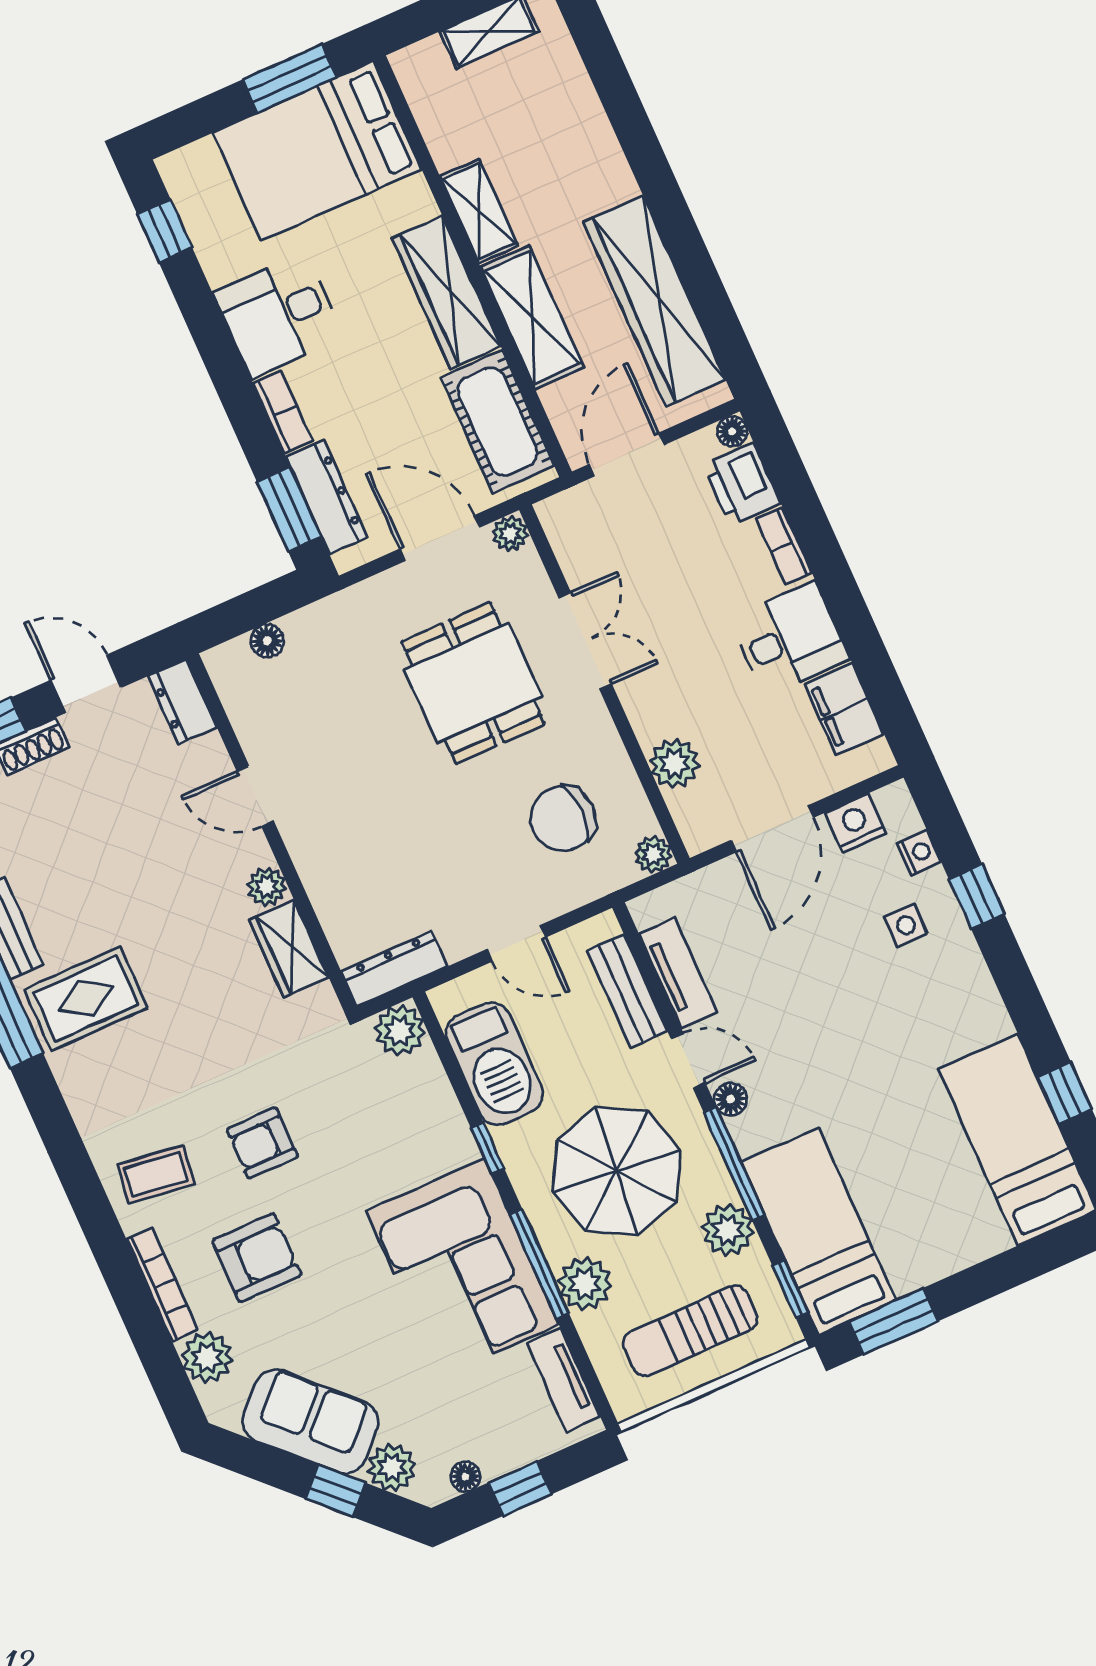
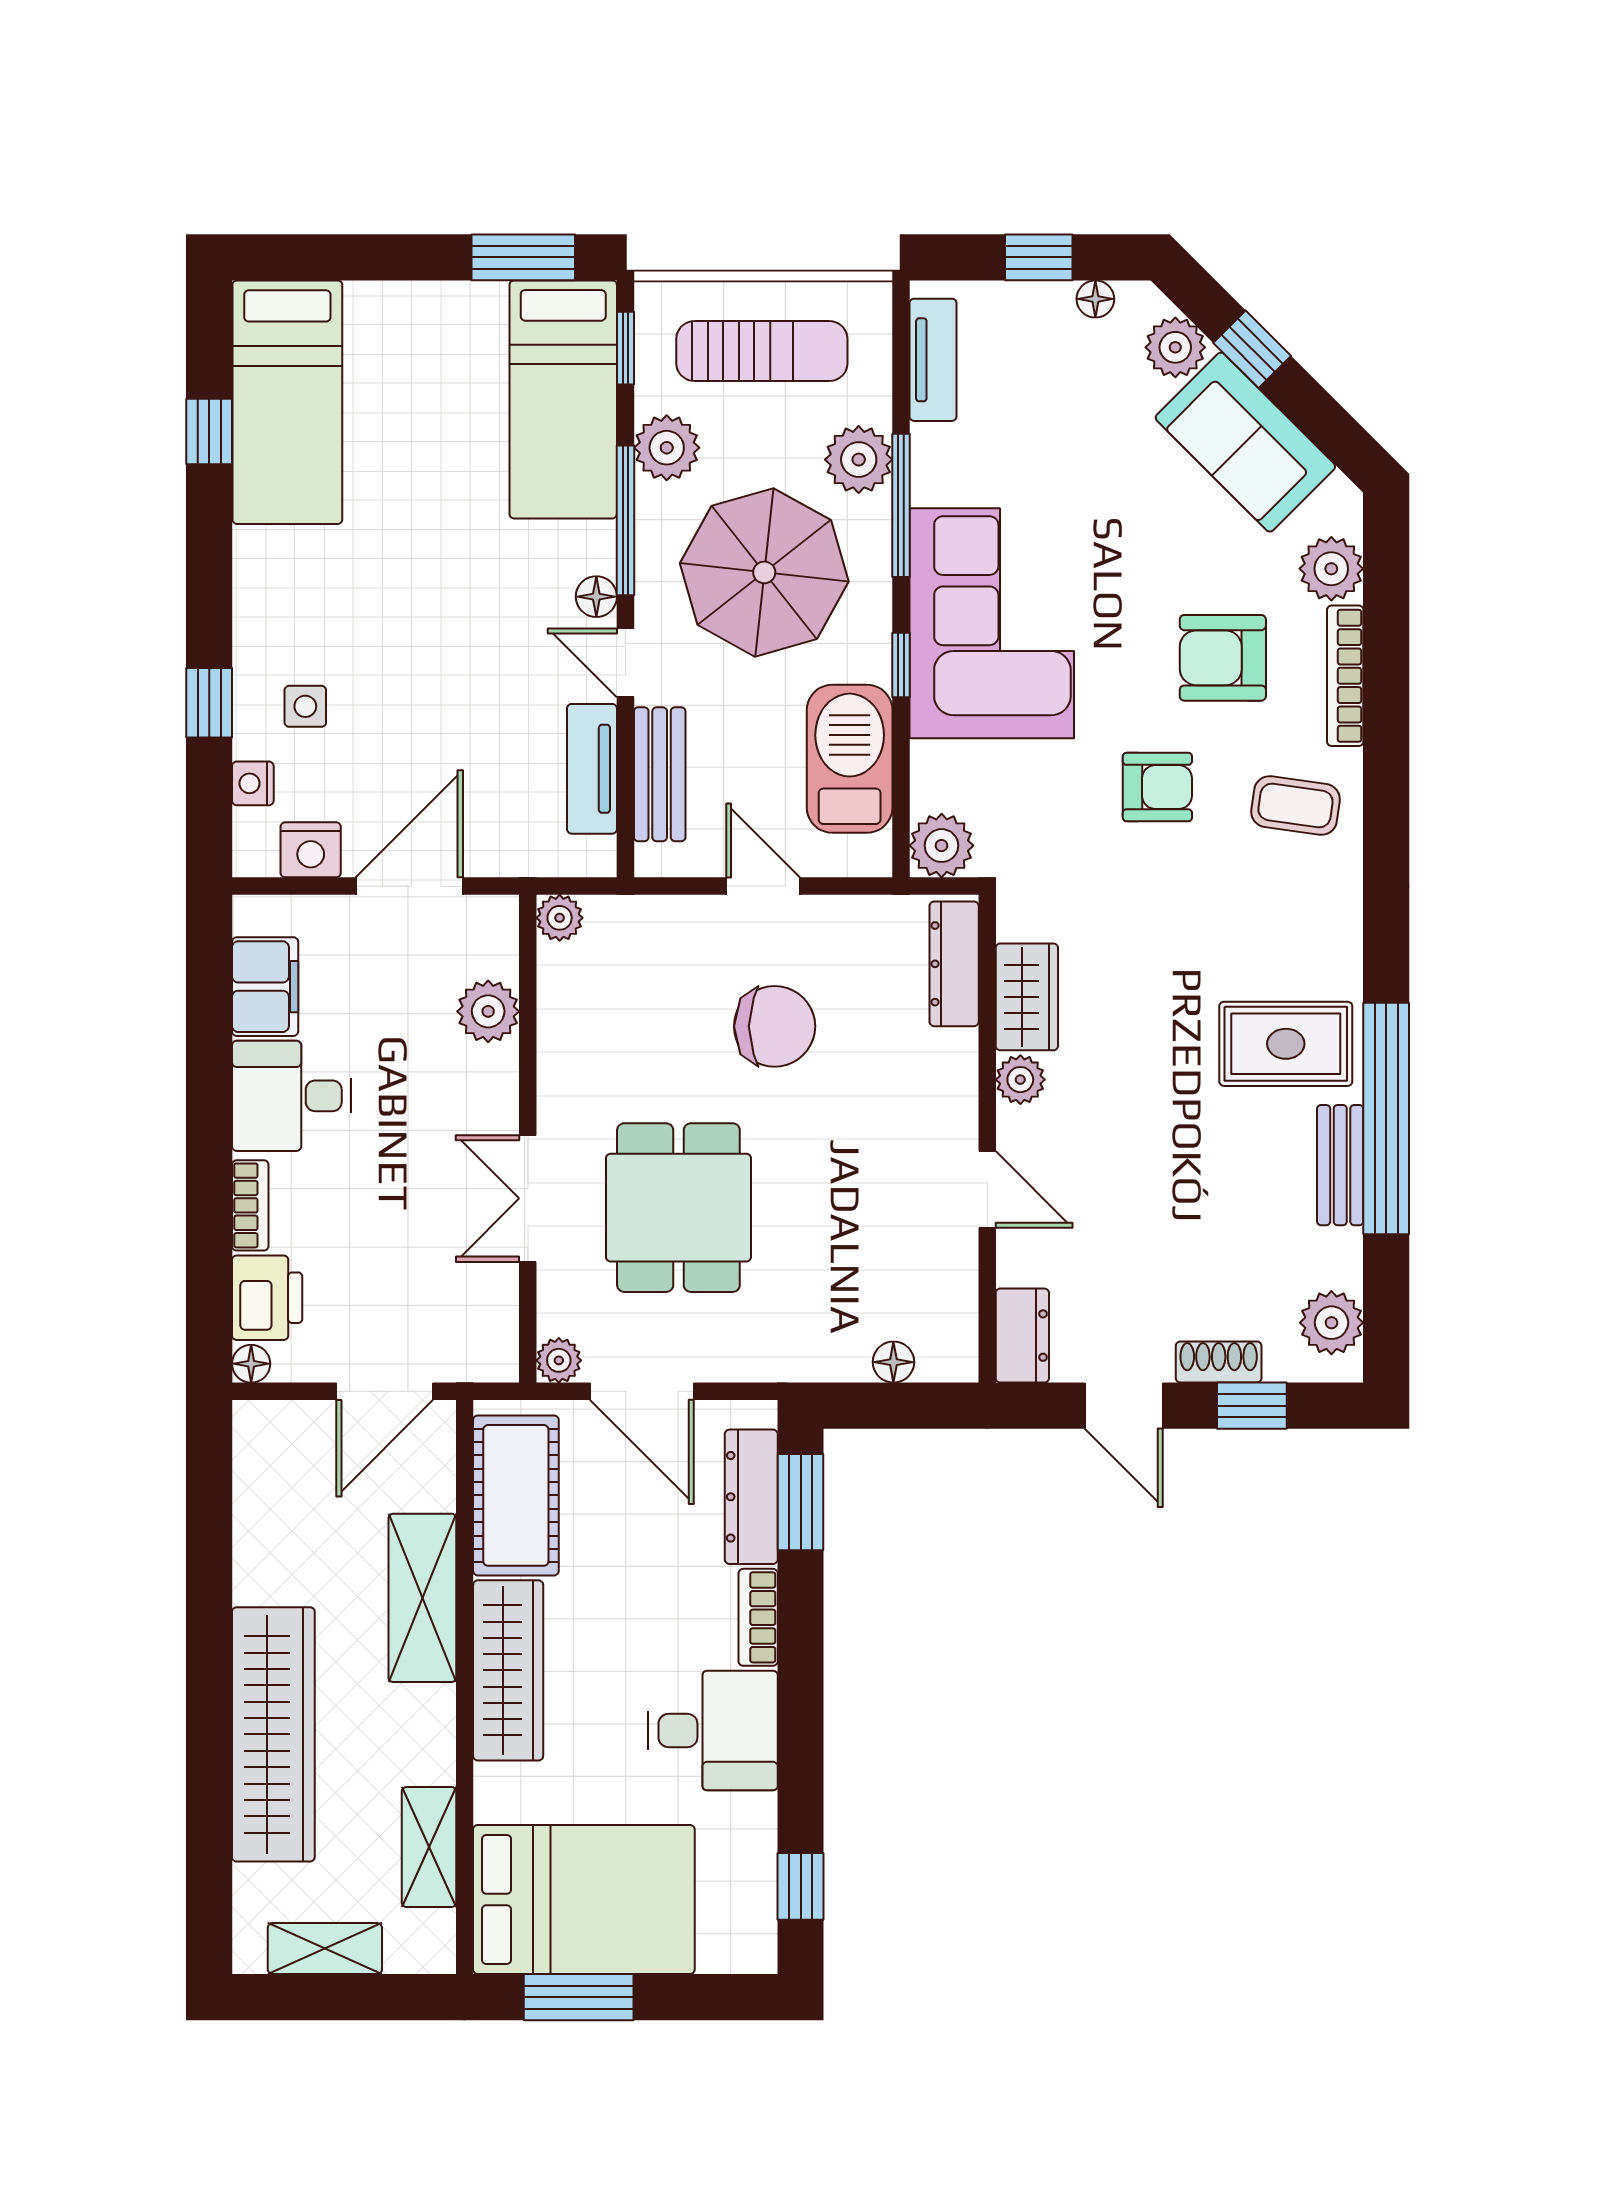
shelving: (479, 211) -> (429, 1847), moved
wardrobe: (654, 301) -> (273, 1734), moved
chair: (563, 818) -> (775, 1026), moved
dresser: (394, 969) -> (954, 964), moved, turned 90
corner sofa: (462, 1268) -> (992, 623), moved

